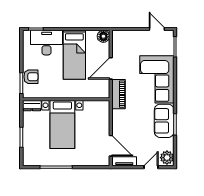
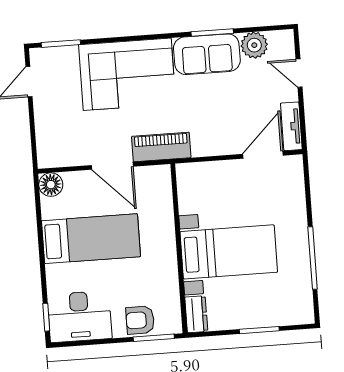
desk: (47, 43) -> (80, 317), moved, turned -90
armchair: (31, 77) -> (140, 320), turned -90
plant: (167, 158) -> (254, 45), moved

